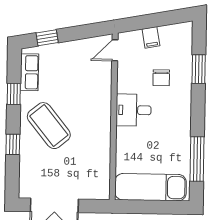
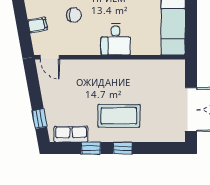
desk: (134, 110) -> (116, 39), moved
coffee table: (49, 126) -> (119, 116), turned 39
window: (13, 144) -> (123, 148), moved

